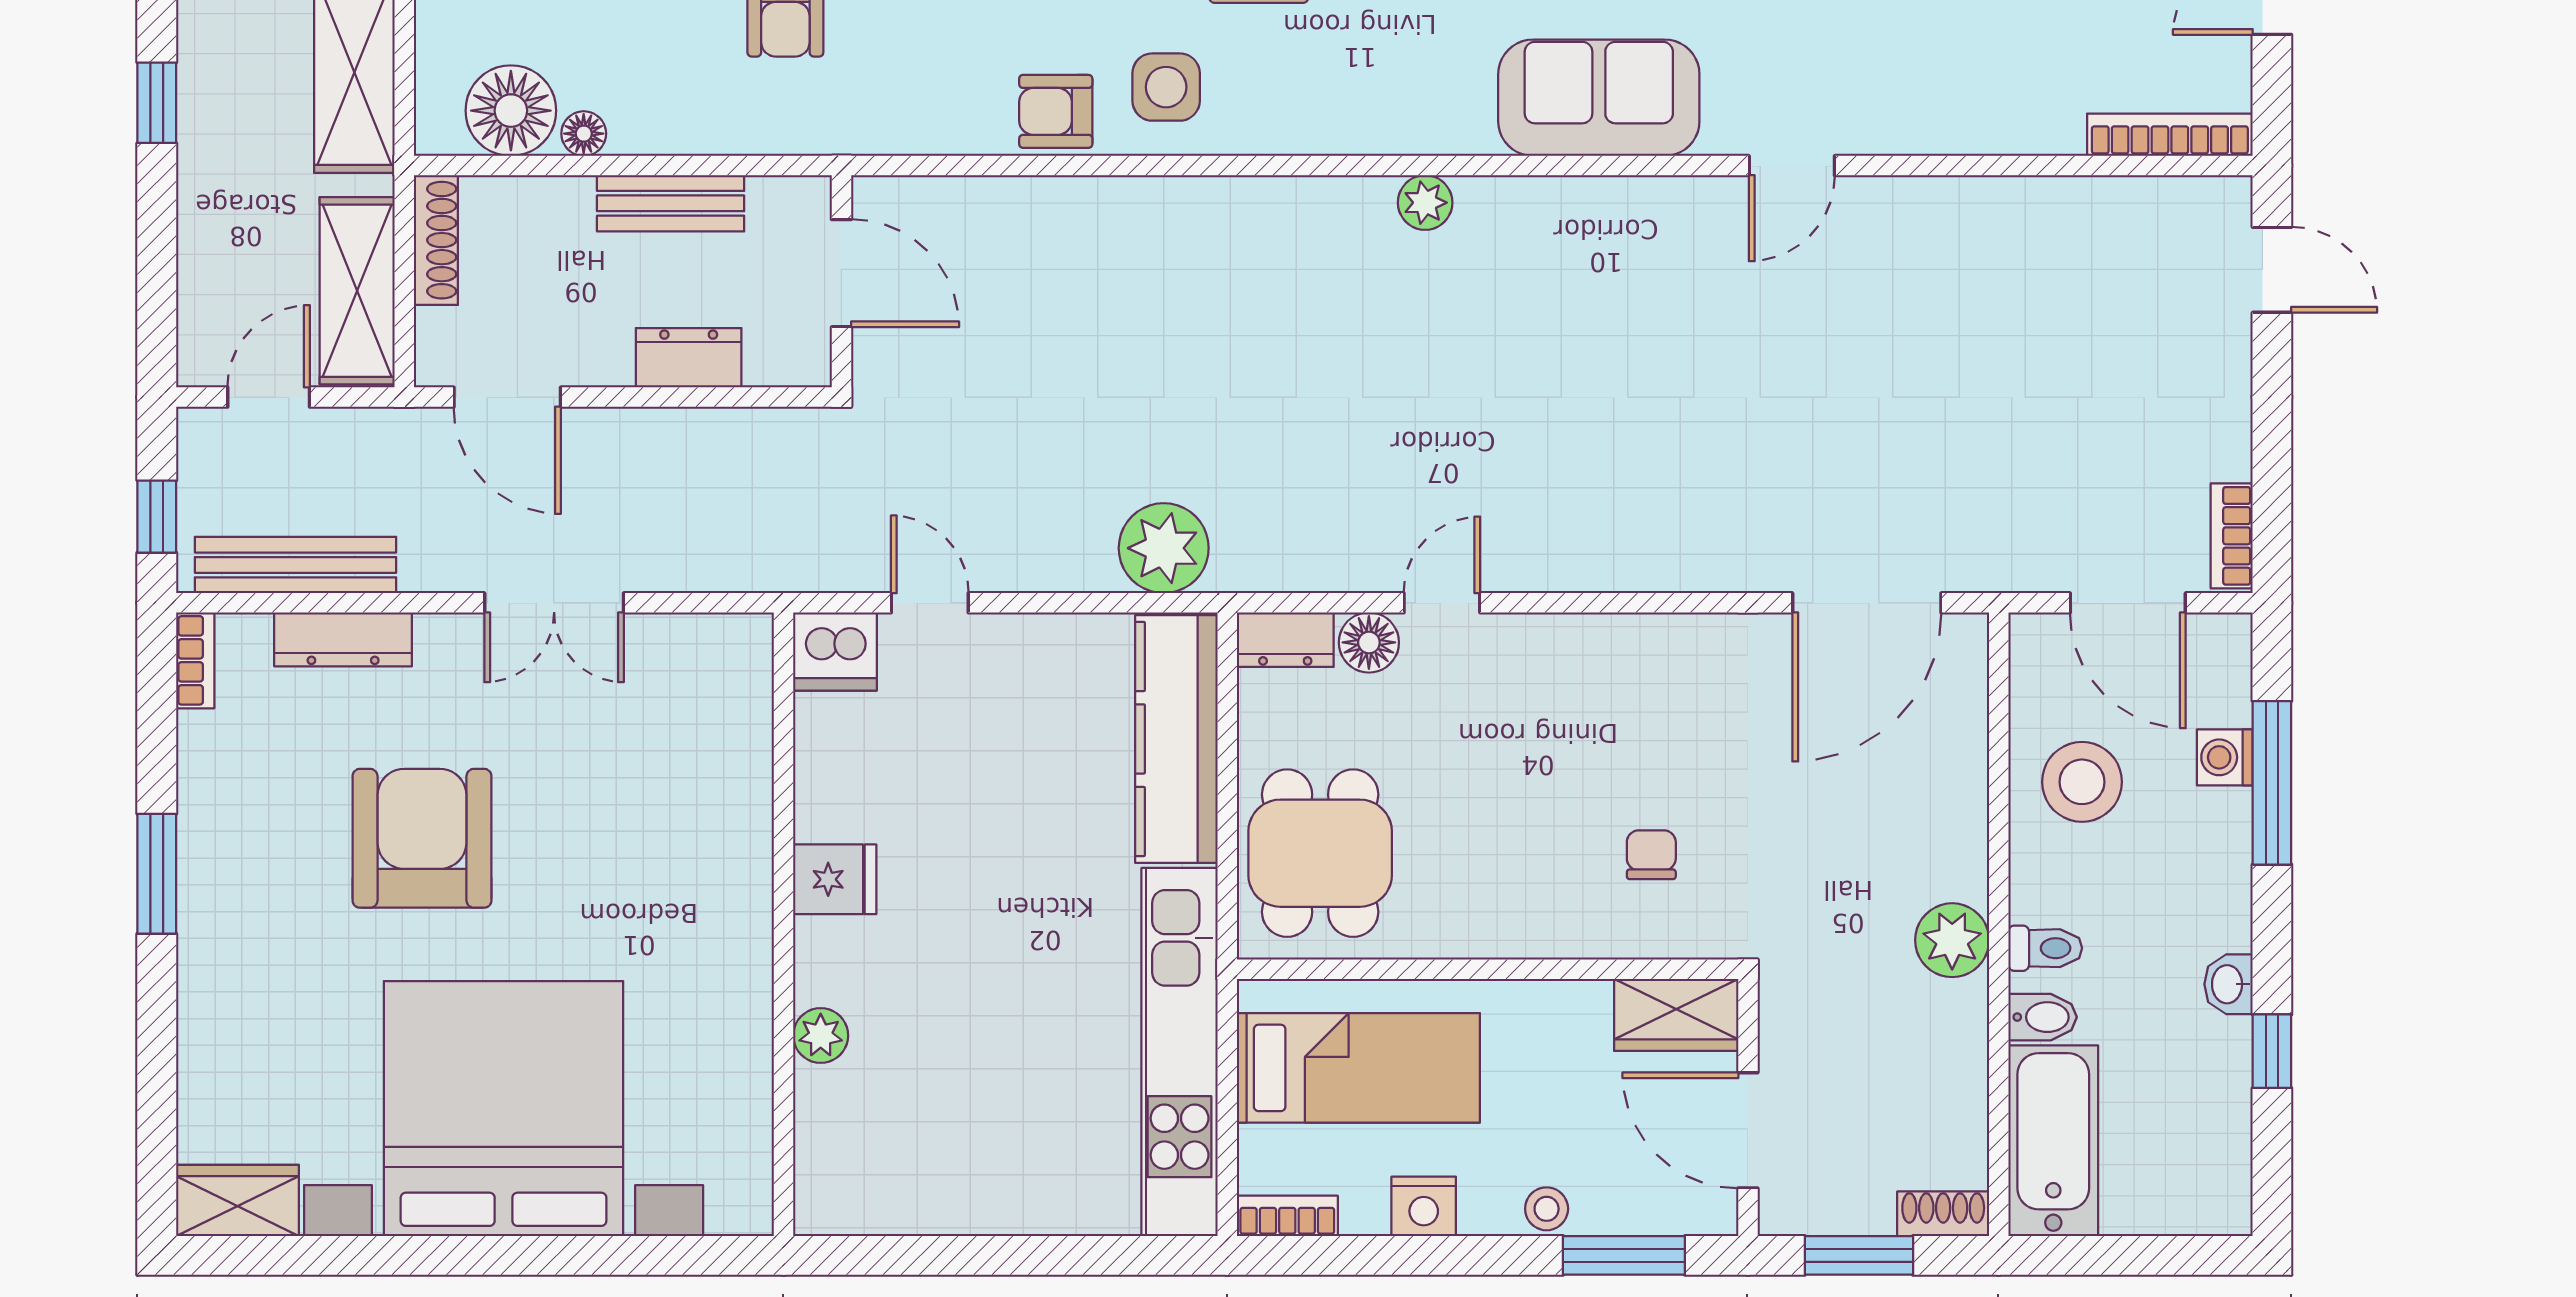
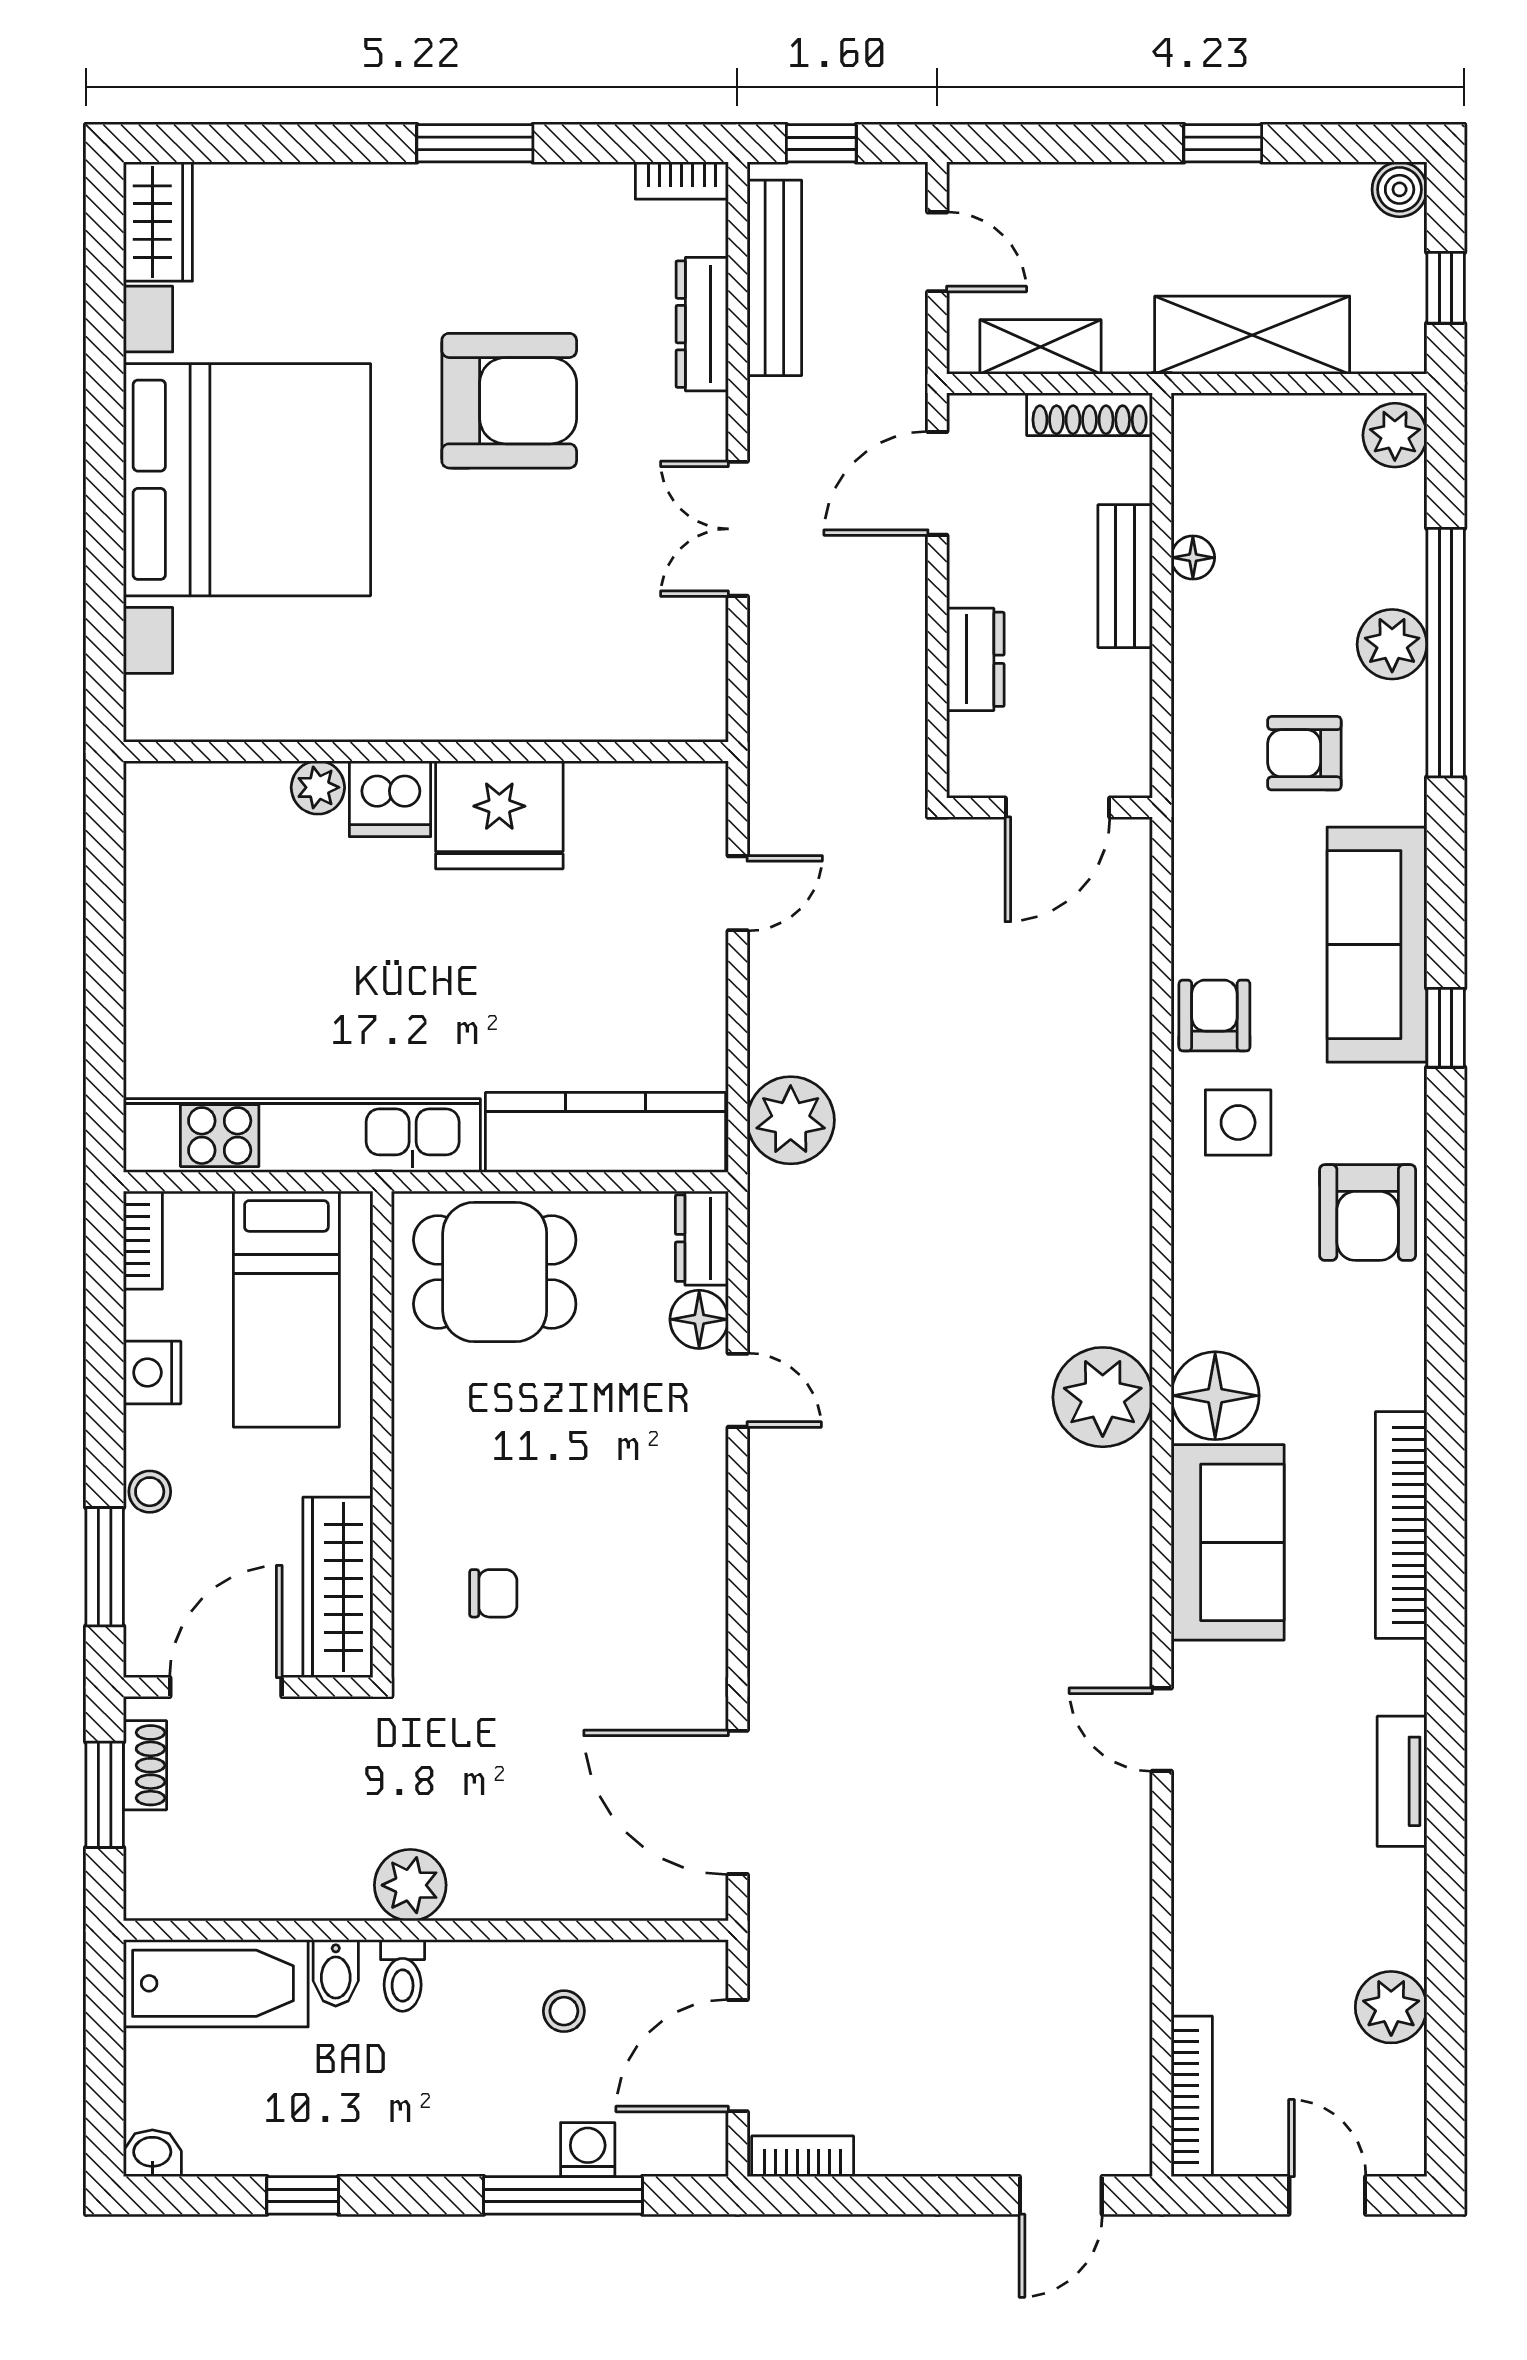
floor lamp: (511, 111) -> (1215, 1396), moved
bench: (671, 203) -> (1125, 576), moved
plant: (1425, 203) -> (1103, 1397), width x1.87, depth x1.87
shelving: (357, 291) -> (1040, 347), width x0.67, depth x0.75
dishwasher: (835, 652) -> (390, 799), moved, turned -90
stool: (2082, 782) -> (564, 2011), width x0.53, depth x0.53
fridge: (835, 879) -> (499, 815), width x1.88, depth x1.34
washbasin: (2228, 984) -> (152, 2153), moved
wardrobe: (1676, 1015) -> (338, 1587), width x1.50
shoe rack: (1943, 1214) -> (145, 1765), moved

